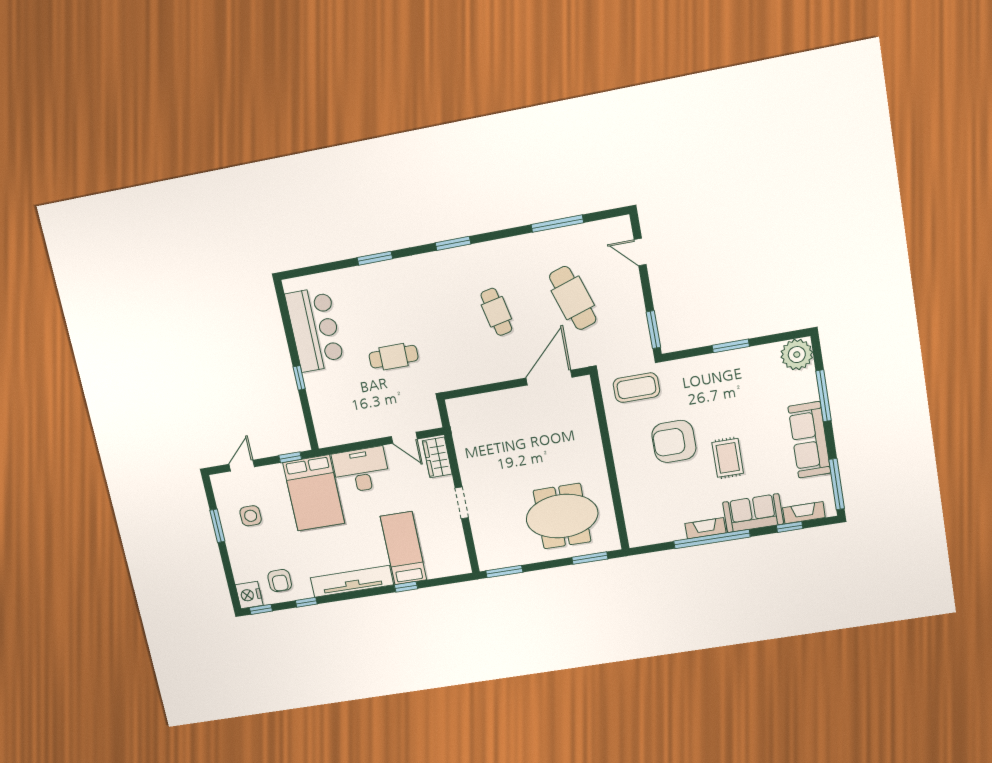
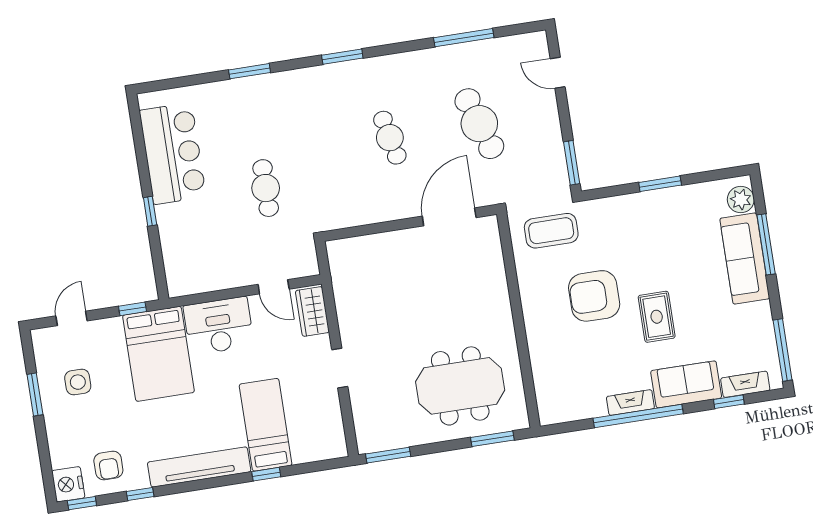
plant: (797, 355) -> (741, 199), width x0.73, depth x0.73
cafe table: (394, 357) -> (266, 188), turned 90
sofa: (809, 440) -> (745, 258), moved

